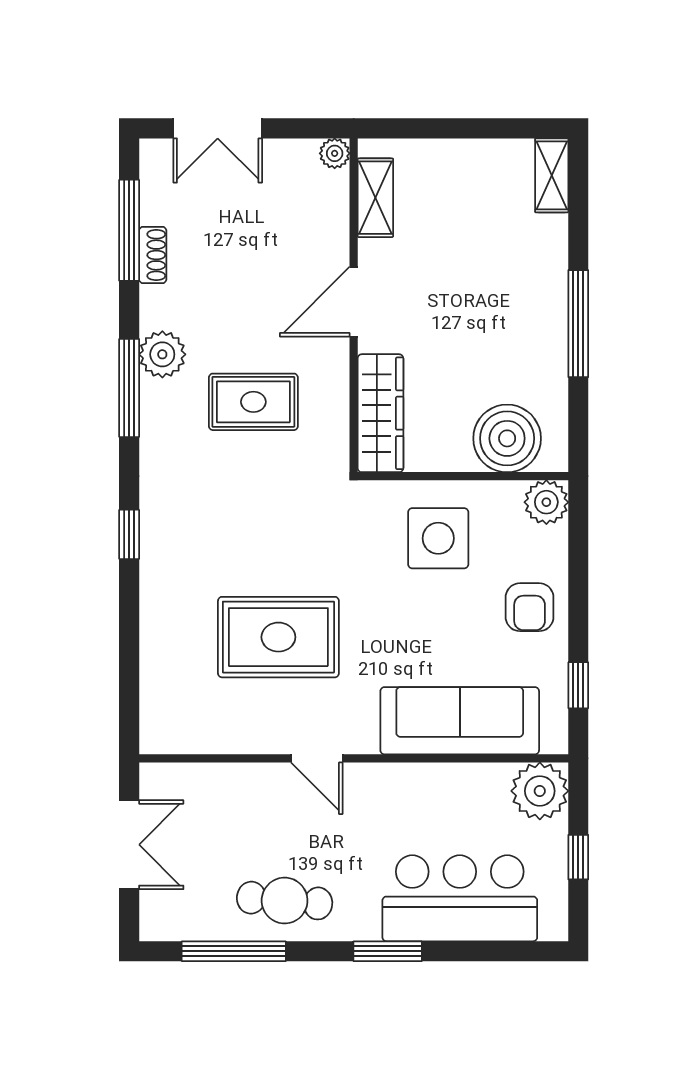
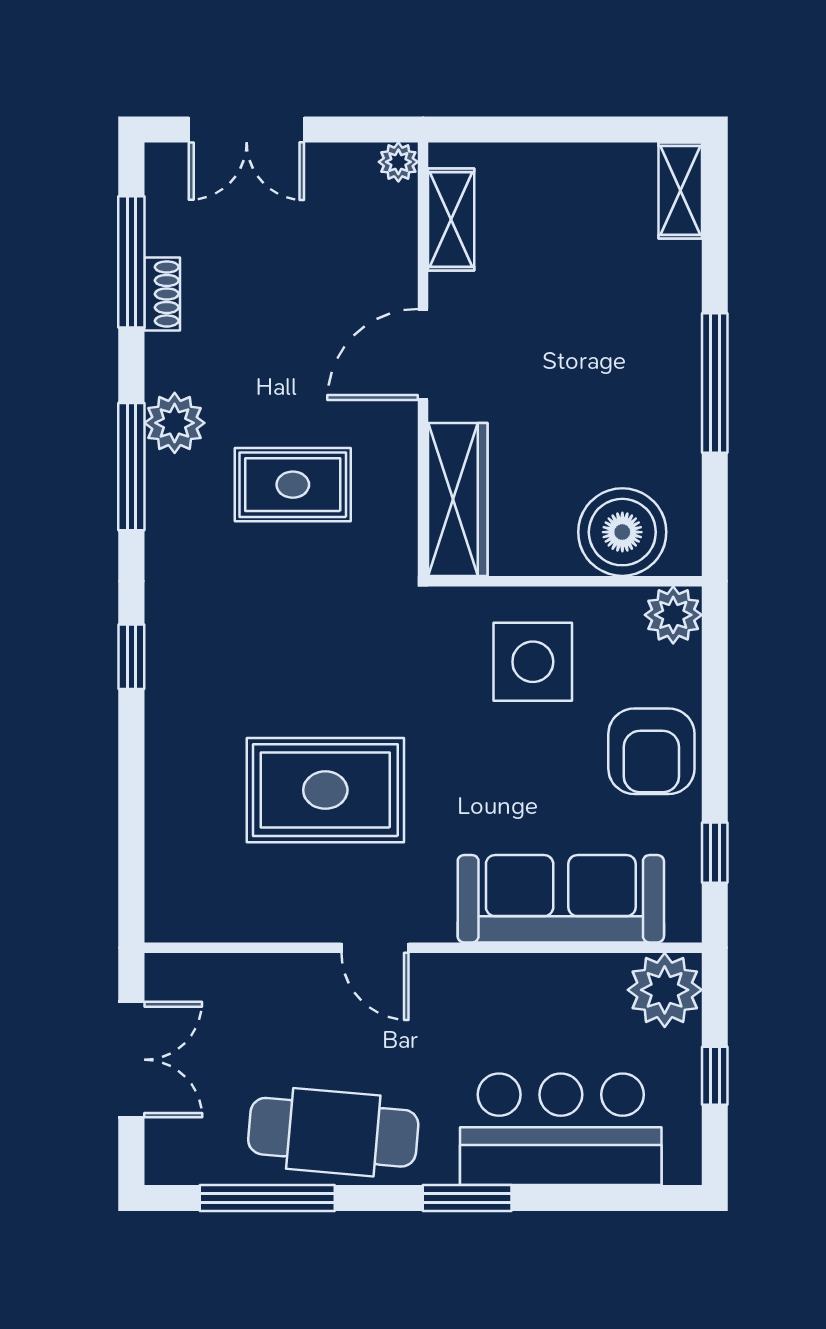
armchair: (530, 607) -> (651, 751), width x1.38, depth x1.38
cafe table: (285, 901) -> (333, 1132), width x1.37, depth x1.35

